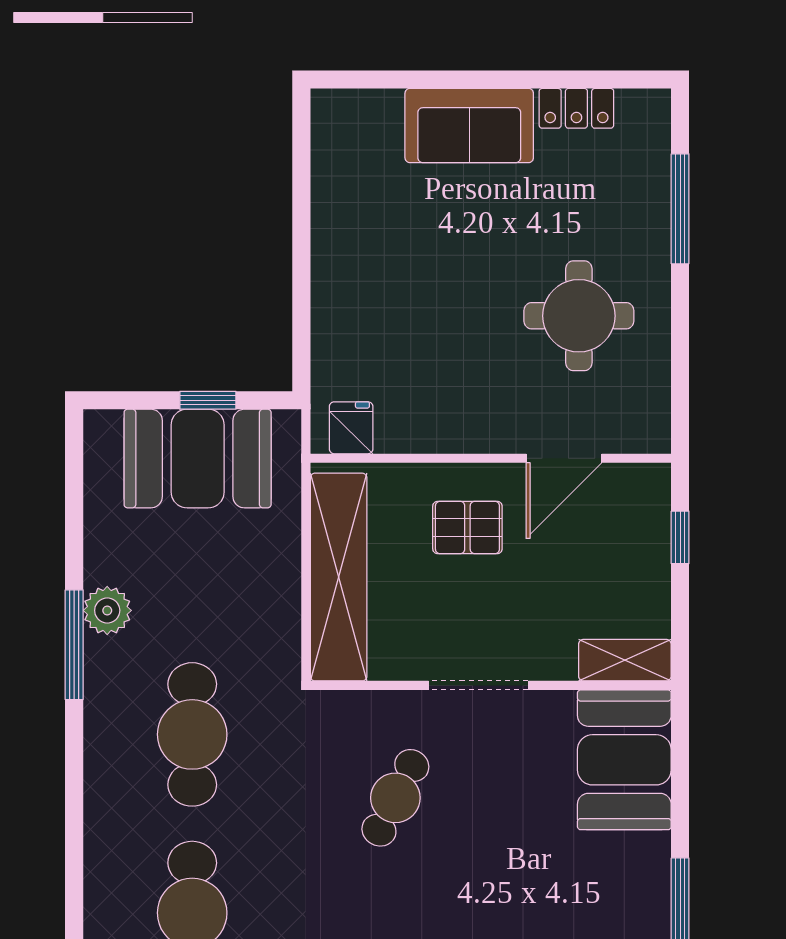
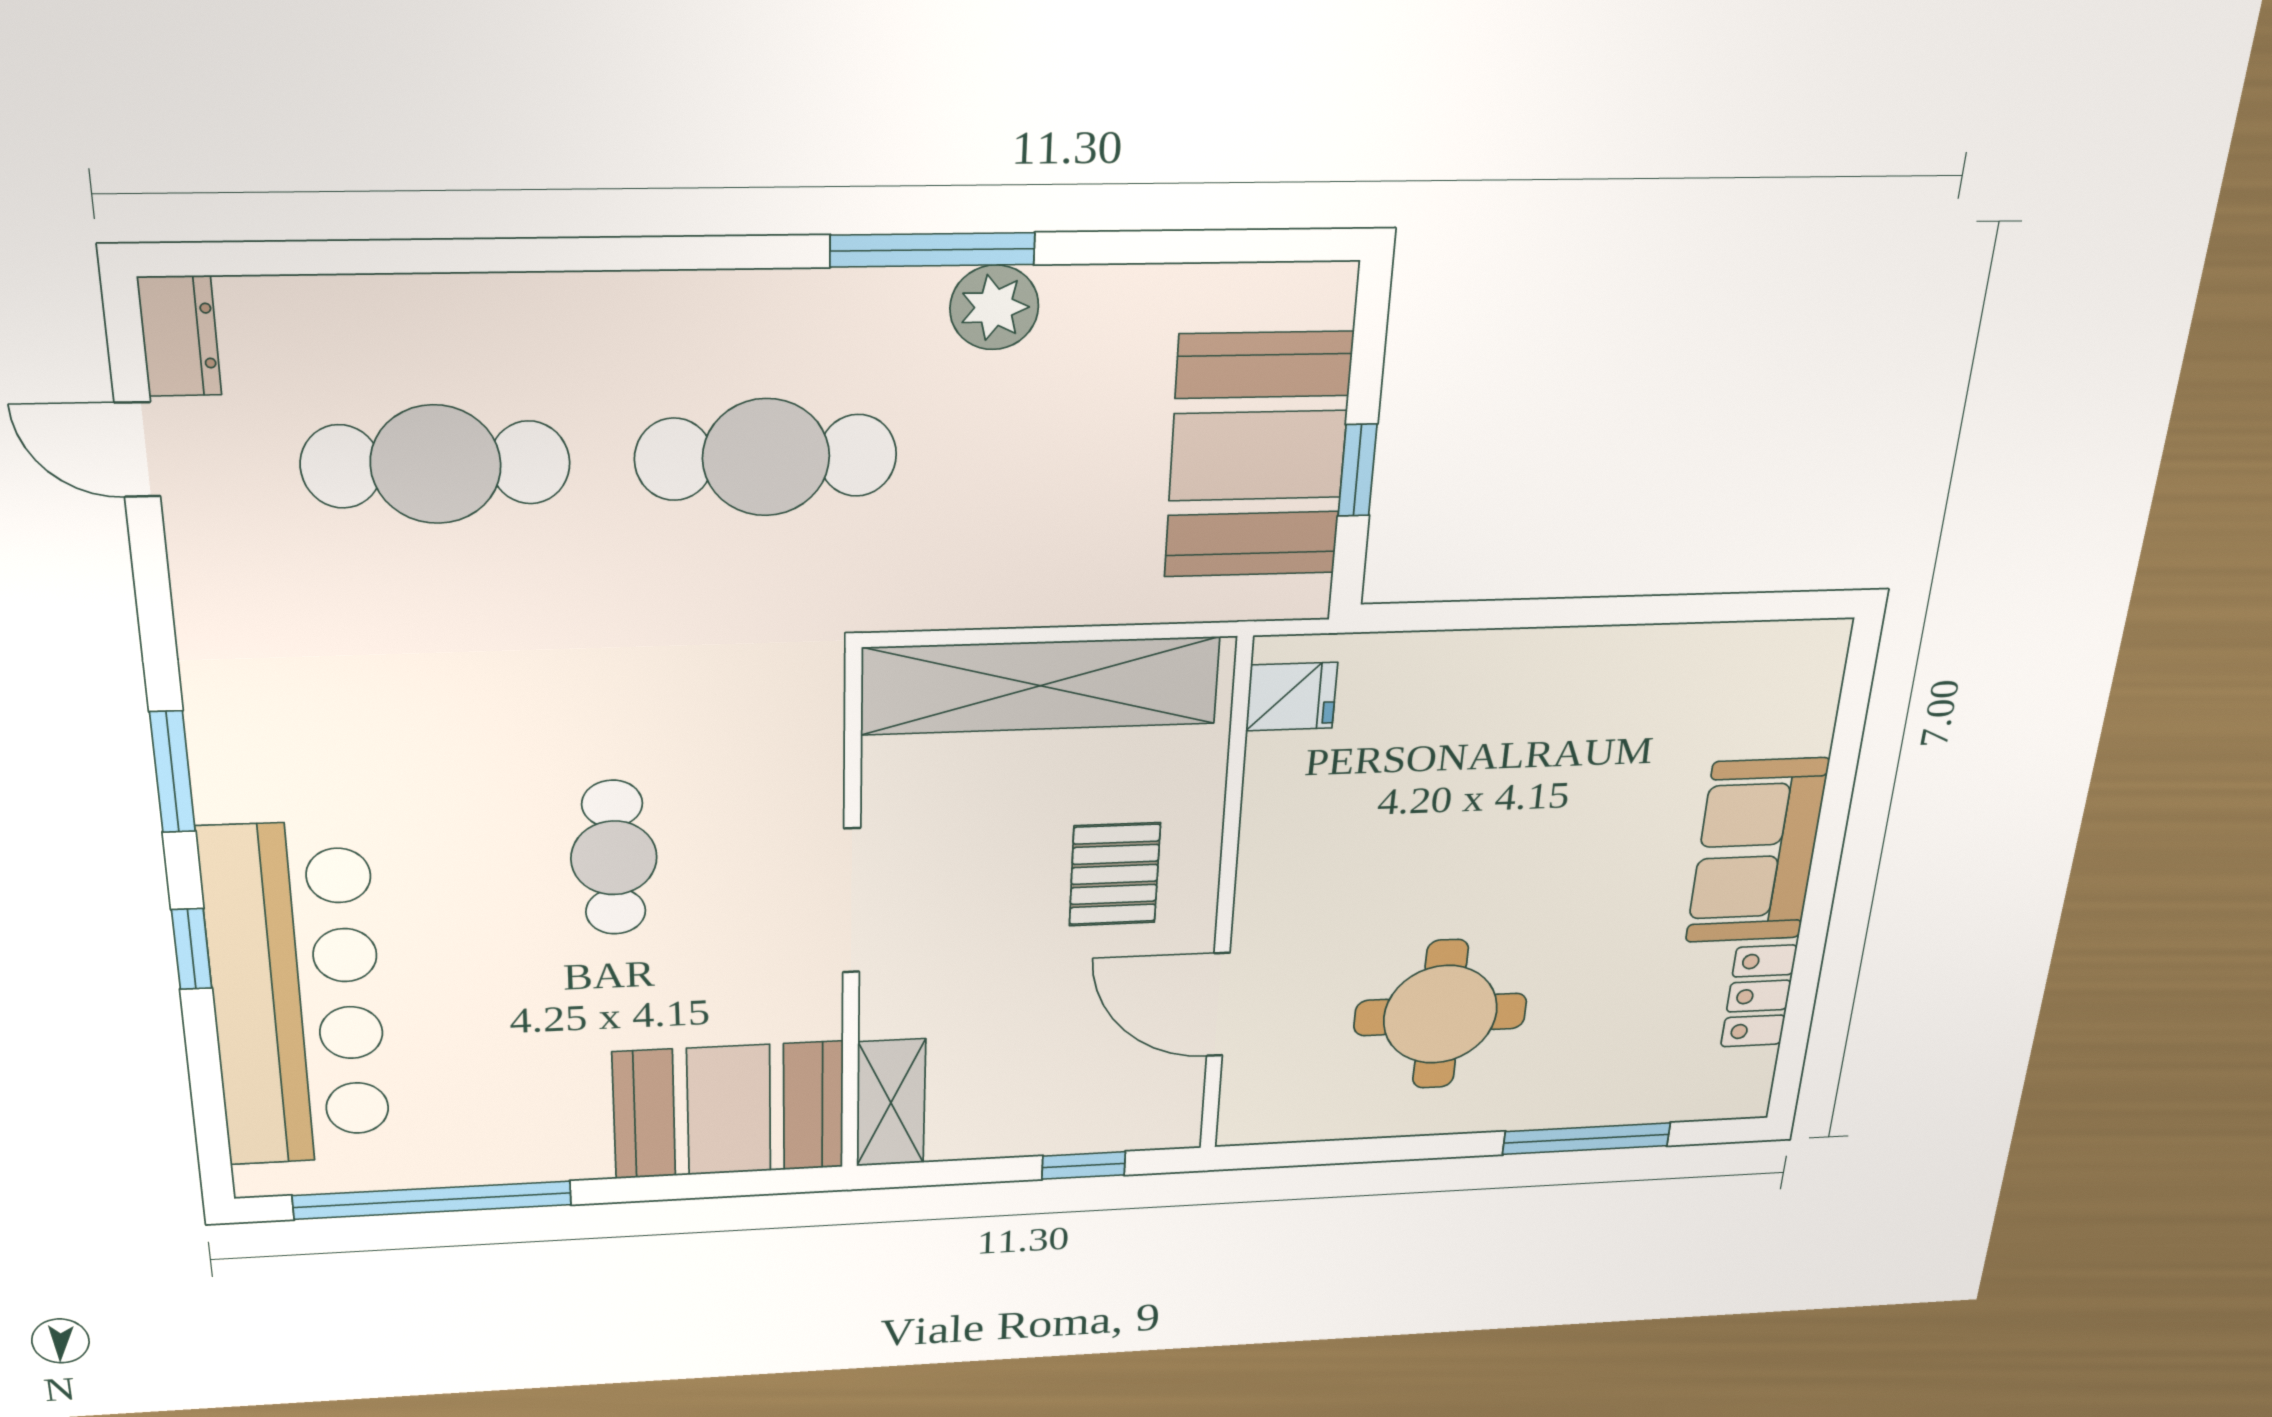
cafe table: (395, 798) -> (614, 858), moved, turned 63

